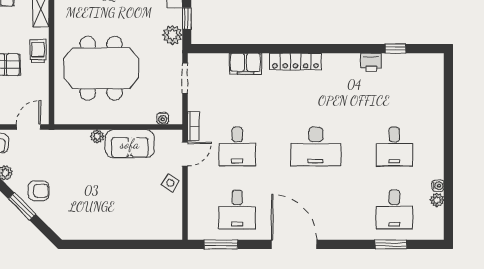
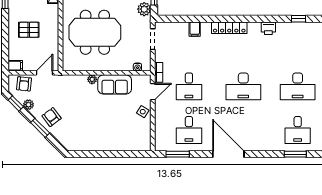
trolley: (38, 51) -> (51, 20), removed
printer: (371, 62) -> (268, 28), moved
filing cabinet: (245, 64) -> (195, 29), width x0.50
desk: (394, 147) -> (298, 86), width x1.37
armchair: (39, 191) -> (52, 117), turned -127

